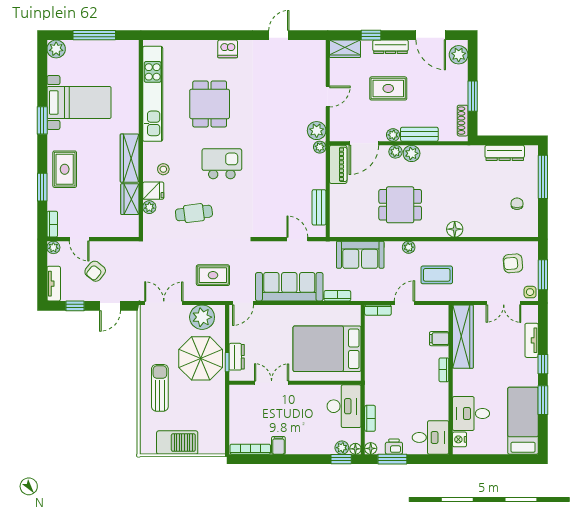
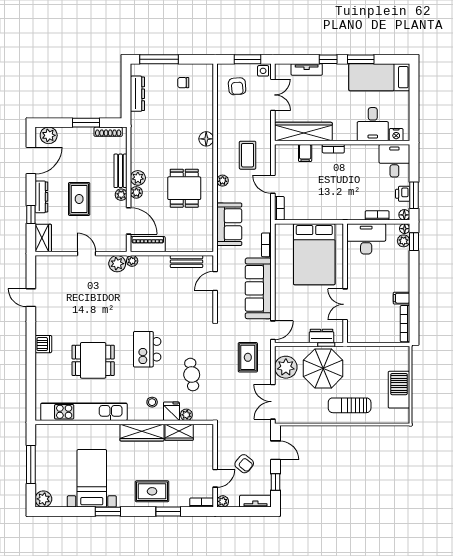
door: (243, 303) -> (273, 330), hinge flipped

